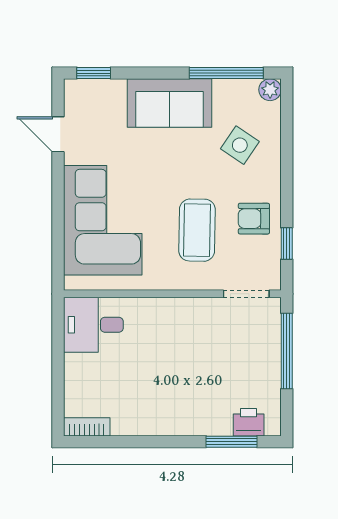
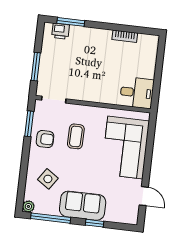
window: (94, 73) -> (95, 223), moved
coffee table: (197, 230) -> (76, 136), width x0.73, depth x0.77
window: (287, 244) -> (29, 124), width x1.50
window: (287, 351) -> (36, 67), width x0.69
bookcase: (87, 427) -> (125, 36), moved

